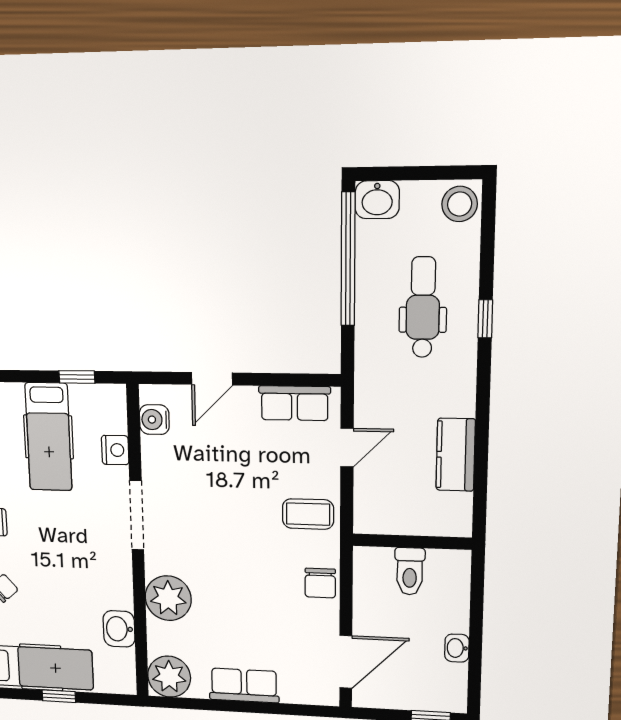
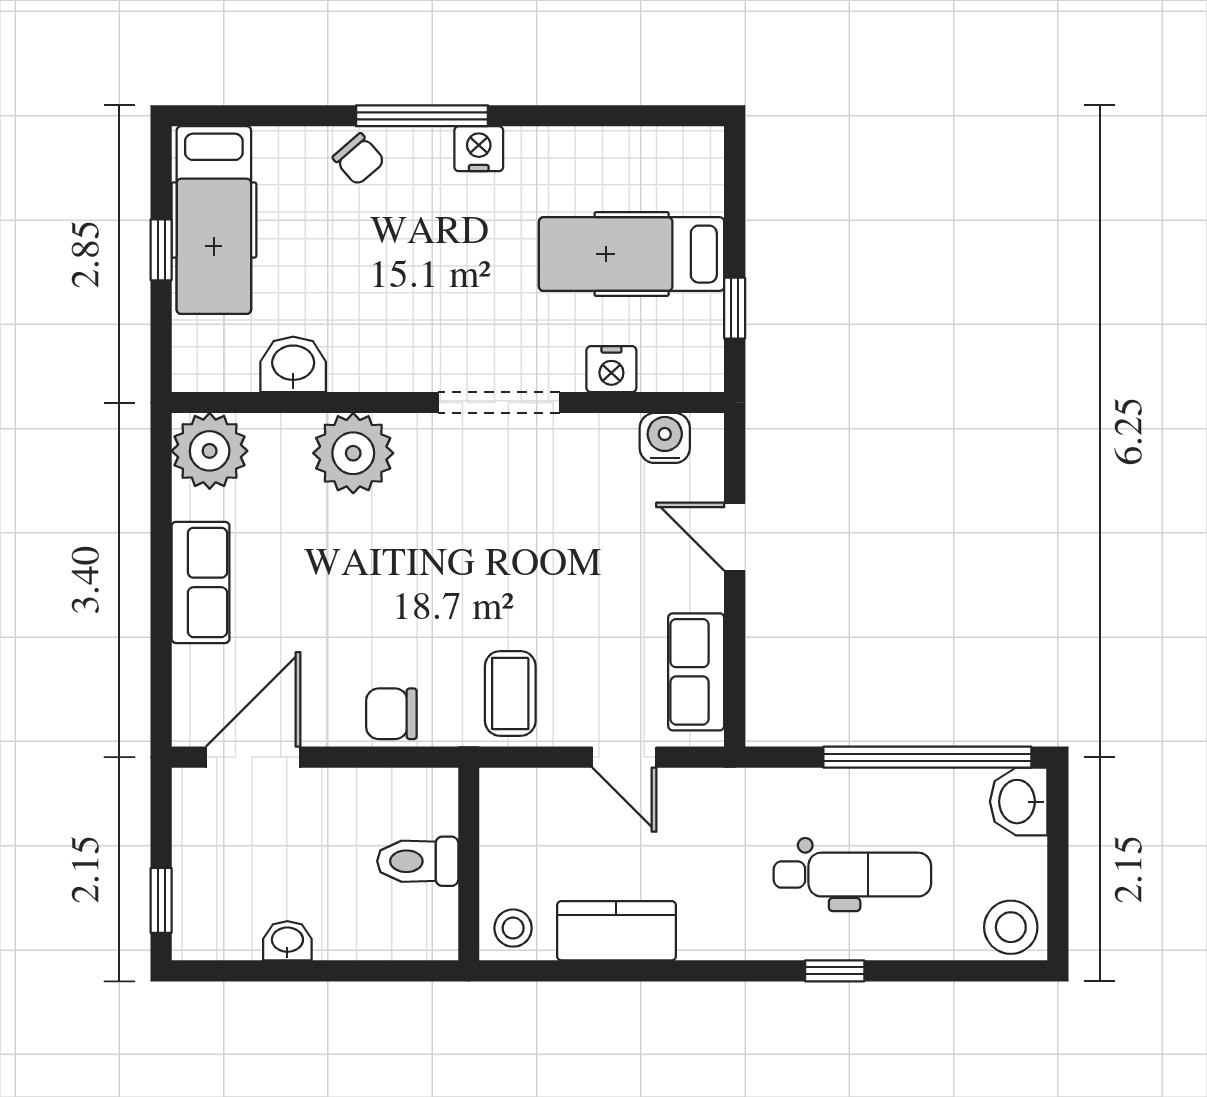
stool: (452, 517) -> (513, 928), added
door: (346, 662) -> (253, 757), swing flipped

